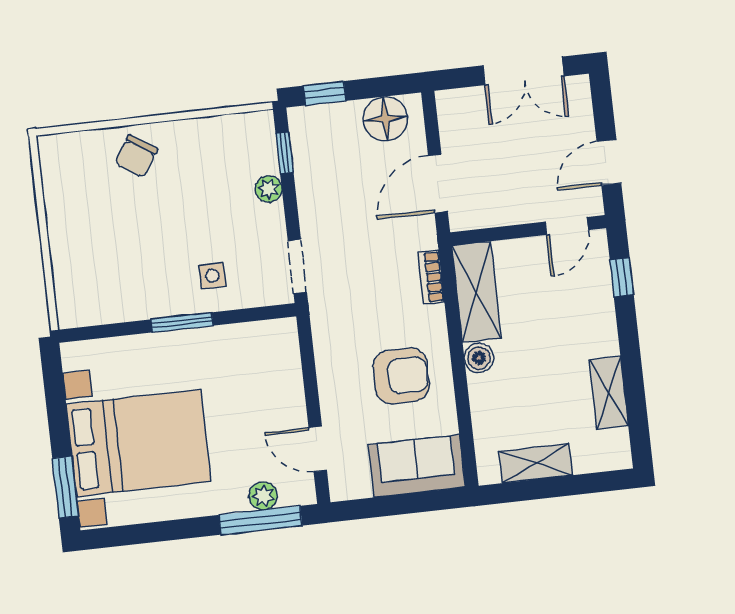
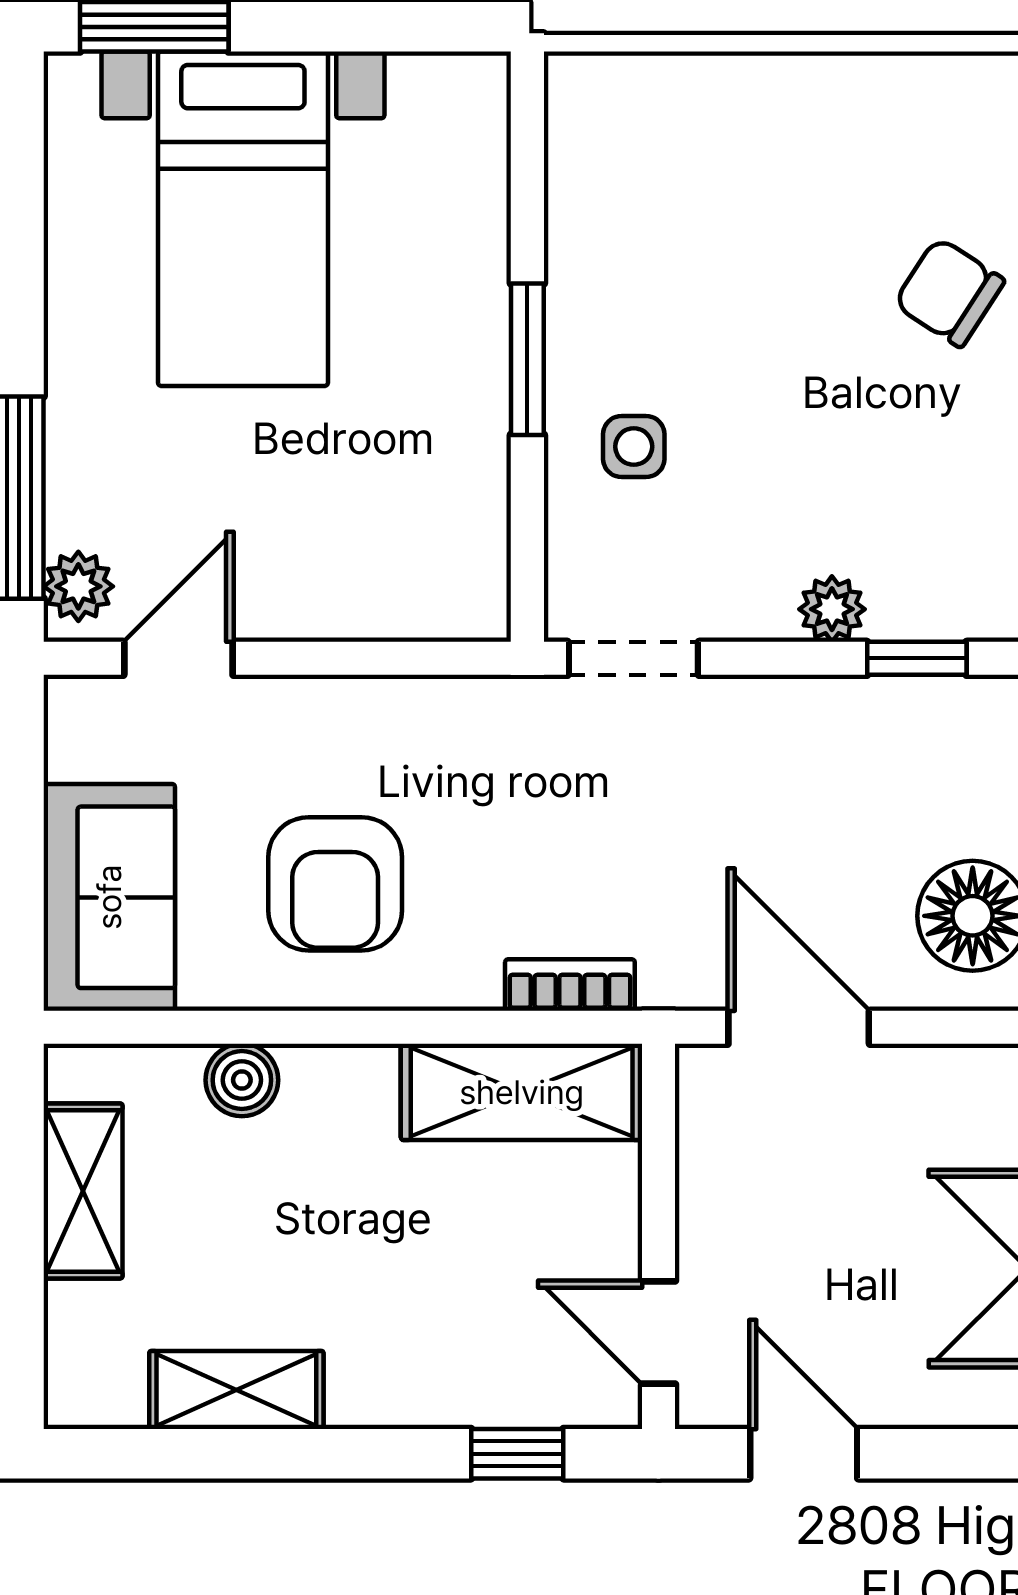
boiler: (479, 358) -> (242, 1080), moved
bed with nightstands: (138, 443) -> (243, 219), width x0.73
plant: (263, 496) -> (78, 586), moved

